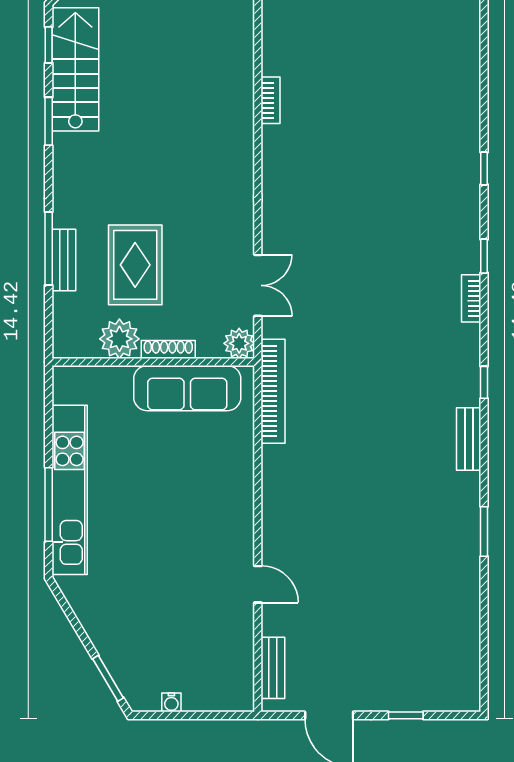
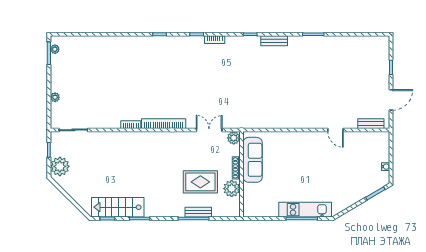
bookcase: (273, 391) -> (164, 124), moved
kitchen unit: (70, 490) -> (305, 210), width x0.73
door: (258, 584) -> (336, 130), swing flipped

